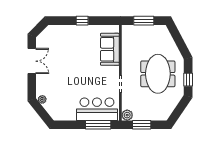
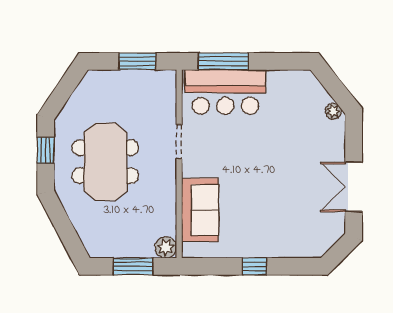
plant: (127, 115) -> (166, 247), moved

